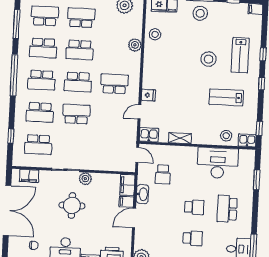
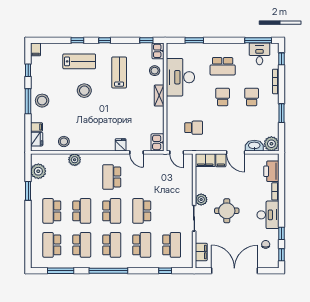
lab bench: (226, 97) -> (119, 72), turned 180
shelving: (180, 138) -> (159, 96), moved
door: (137, 155) -> (177, 152), swing flipped
washbasin: (142, 194) -> (254, 146), moved

